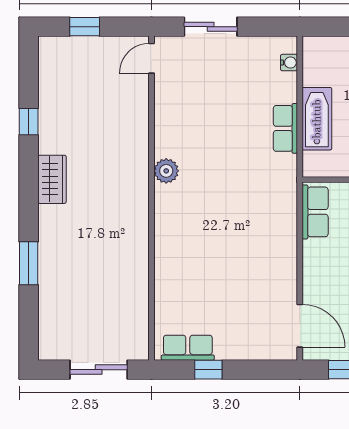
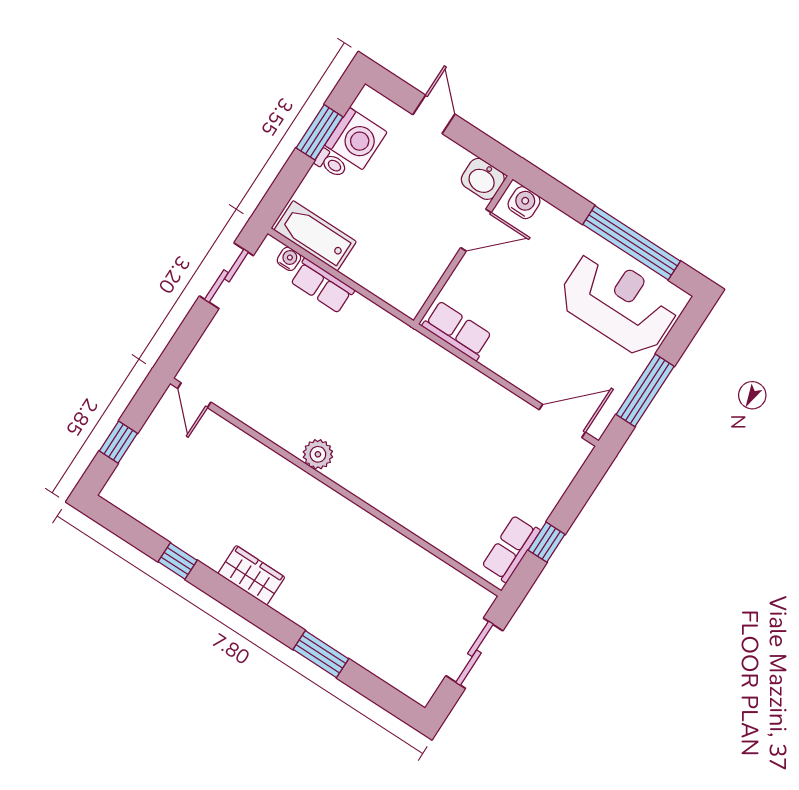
sliding door: (211, 27) -> (226, 276), moved
bathtub: (317, 119) -> (315, 236), moved
row of seats: (285, 128) -> (322, 286), moved

